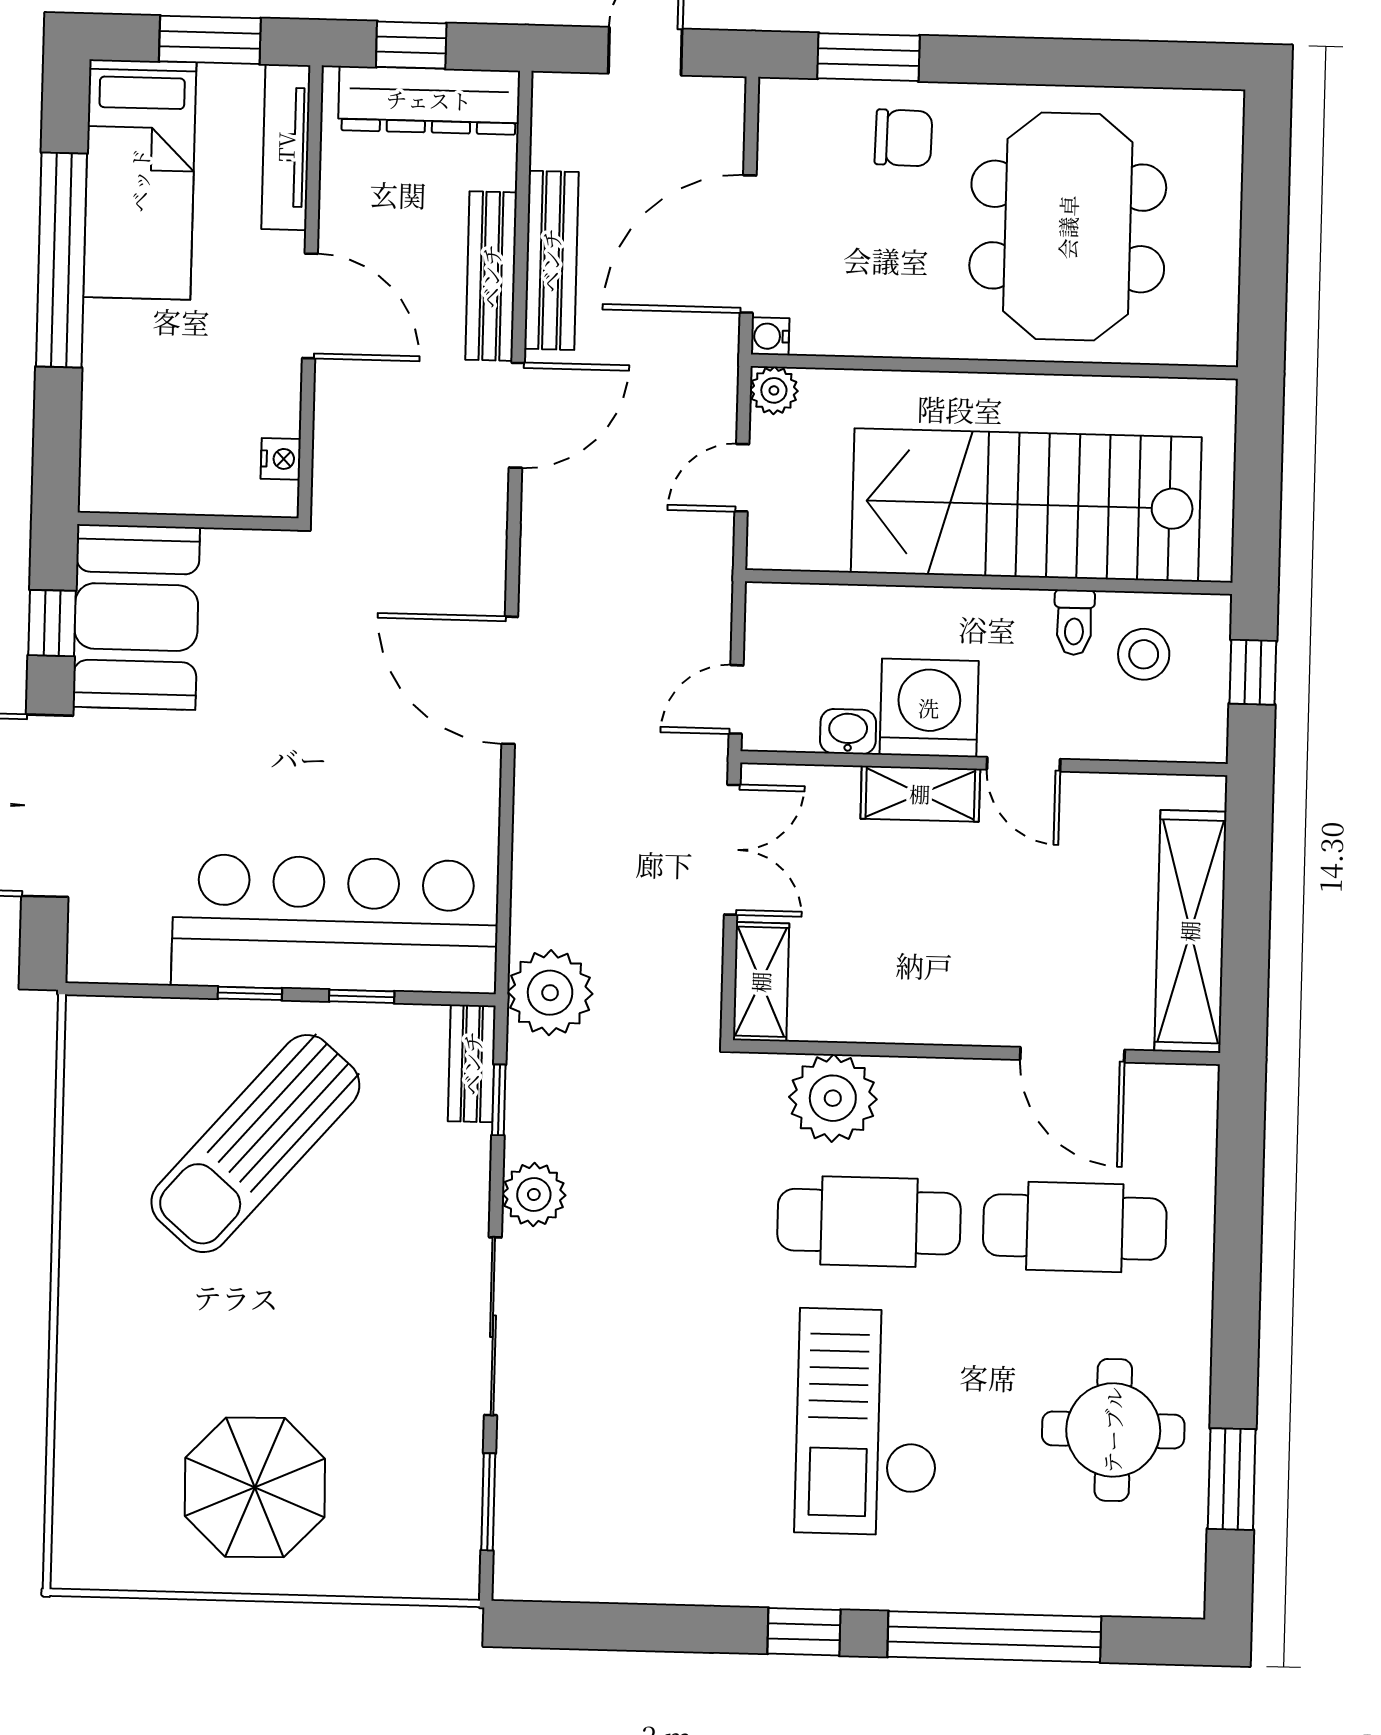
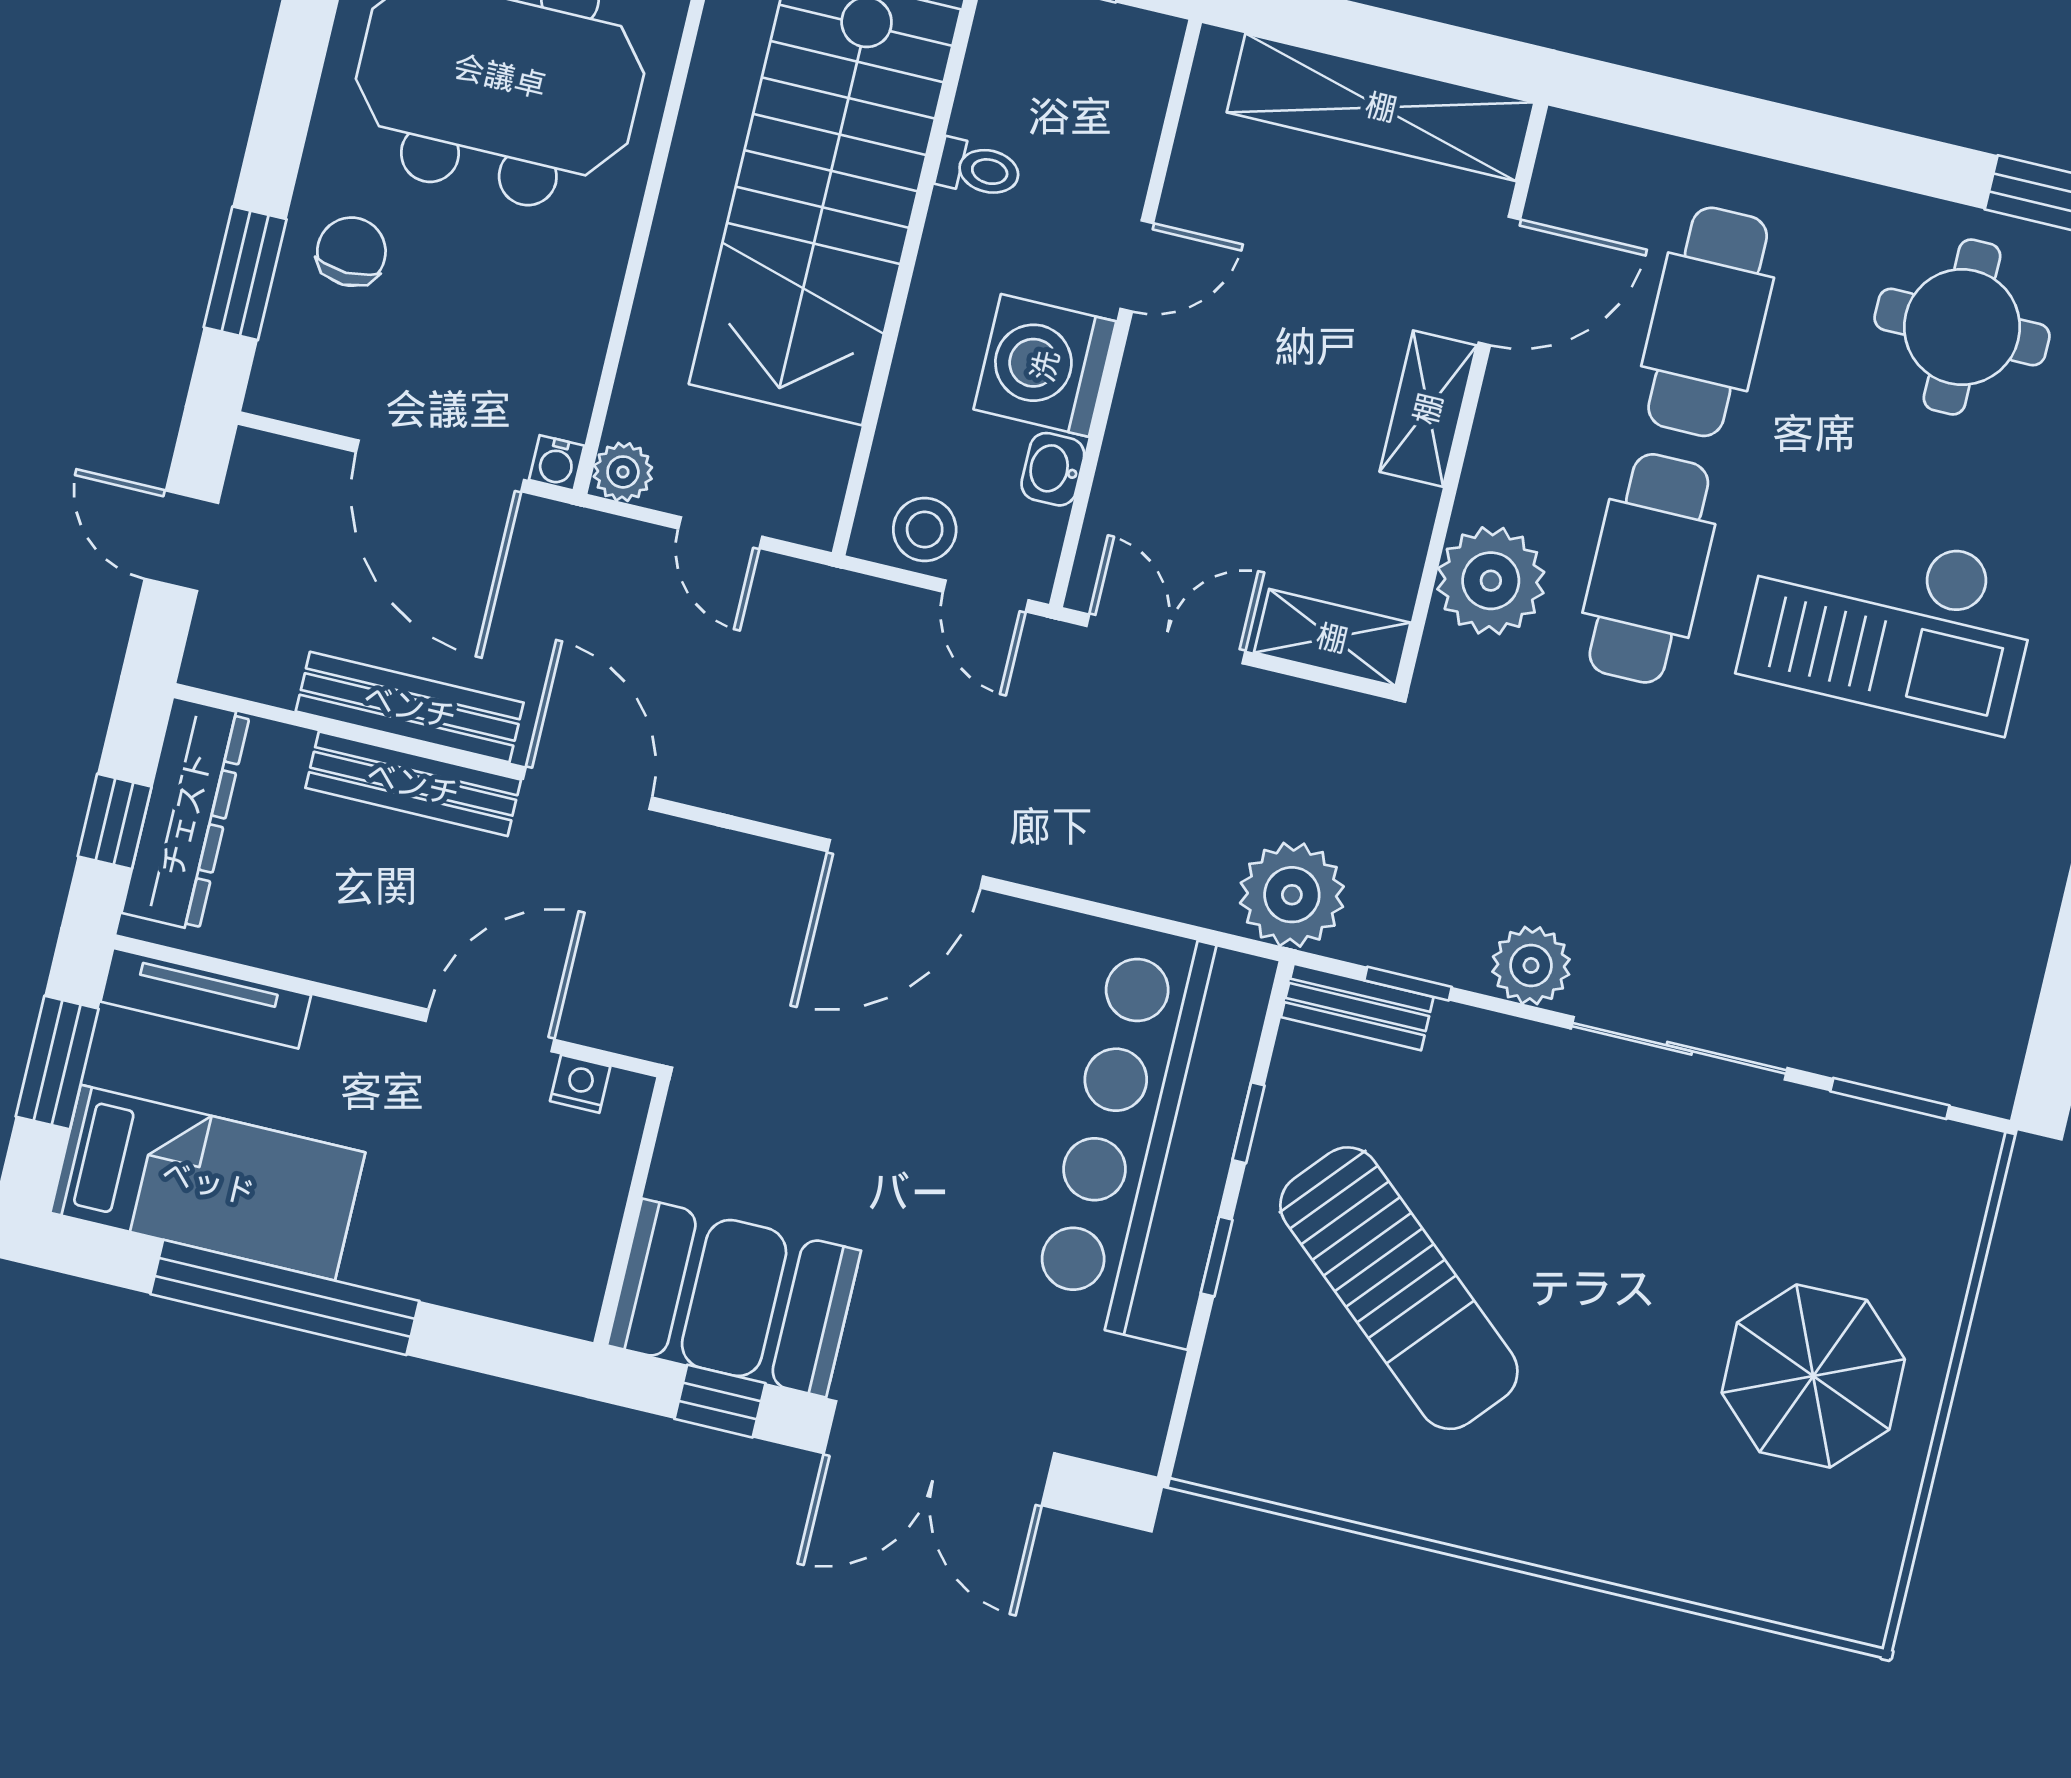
door: (310, 306) -> (490, 1030), moved
stool: (1144, 654) -> (925, 529), moved
shelving: (920, 794) -> (1428, 409), moved

